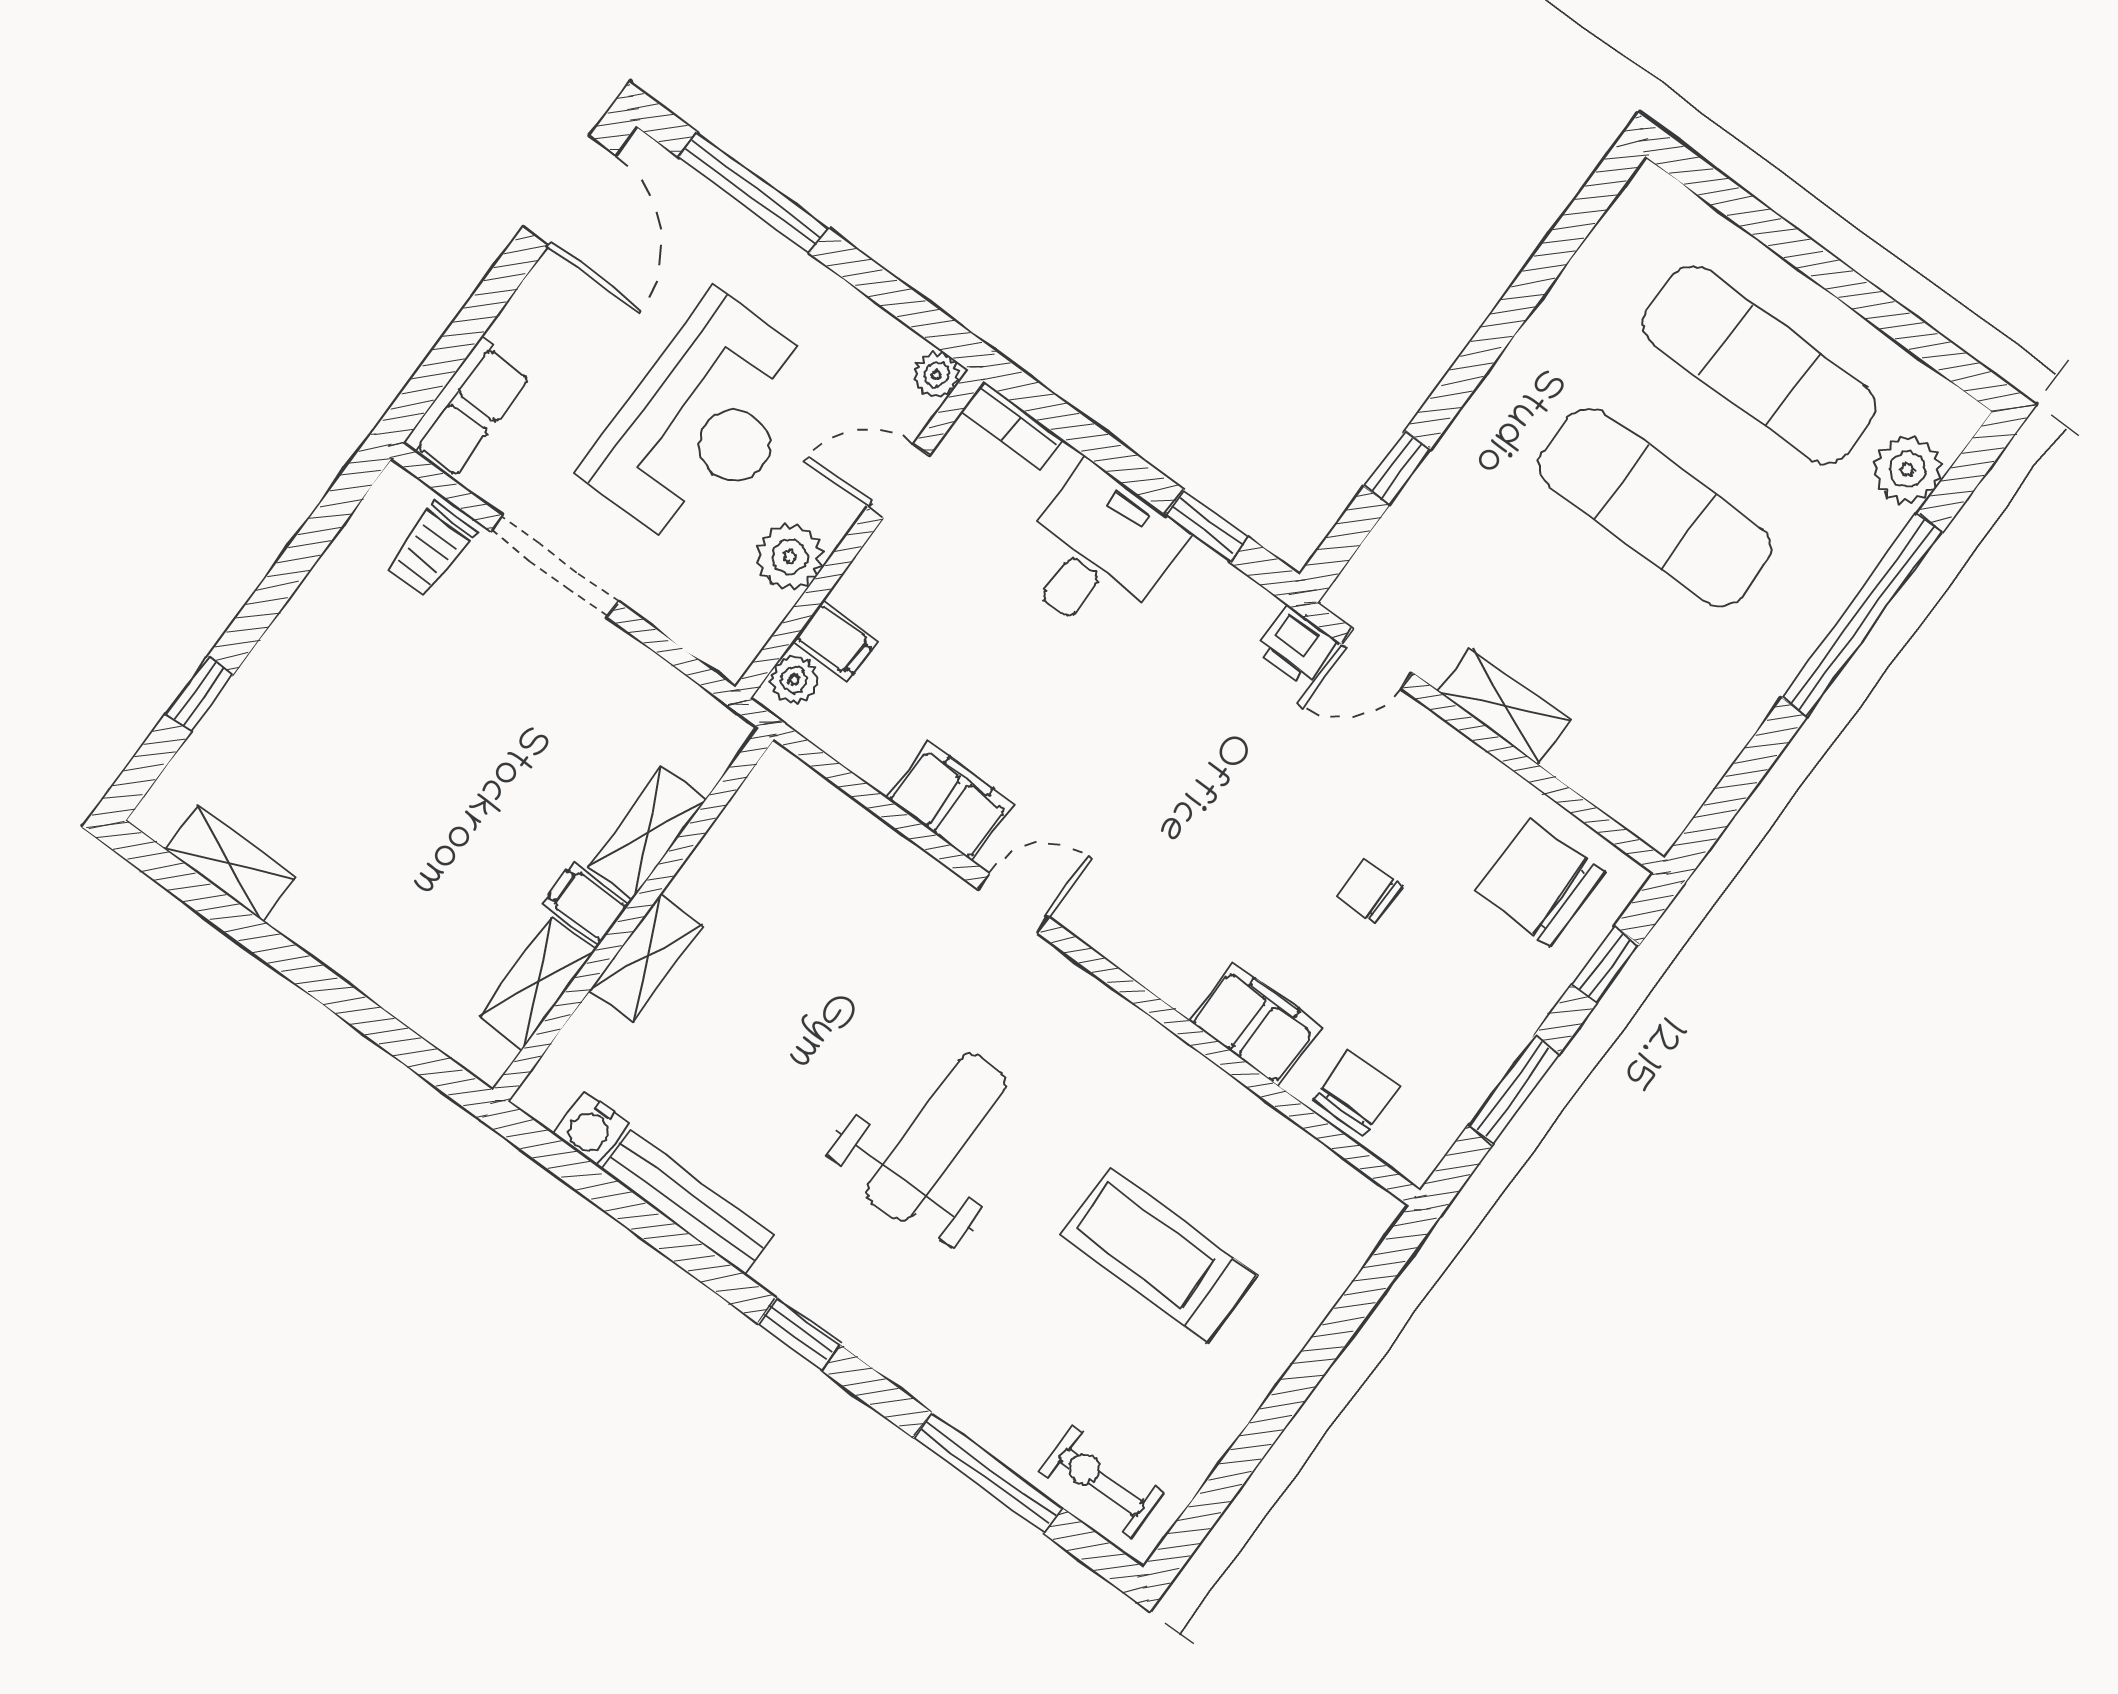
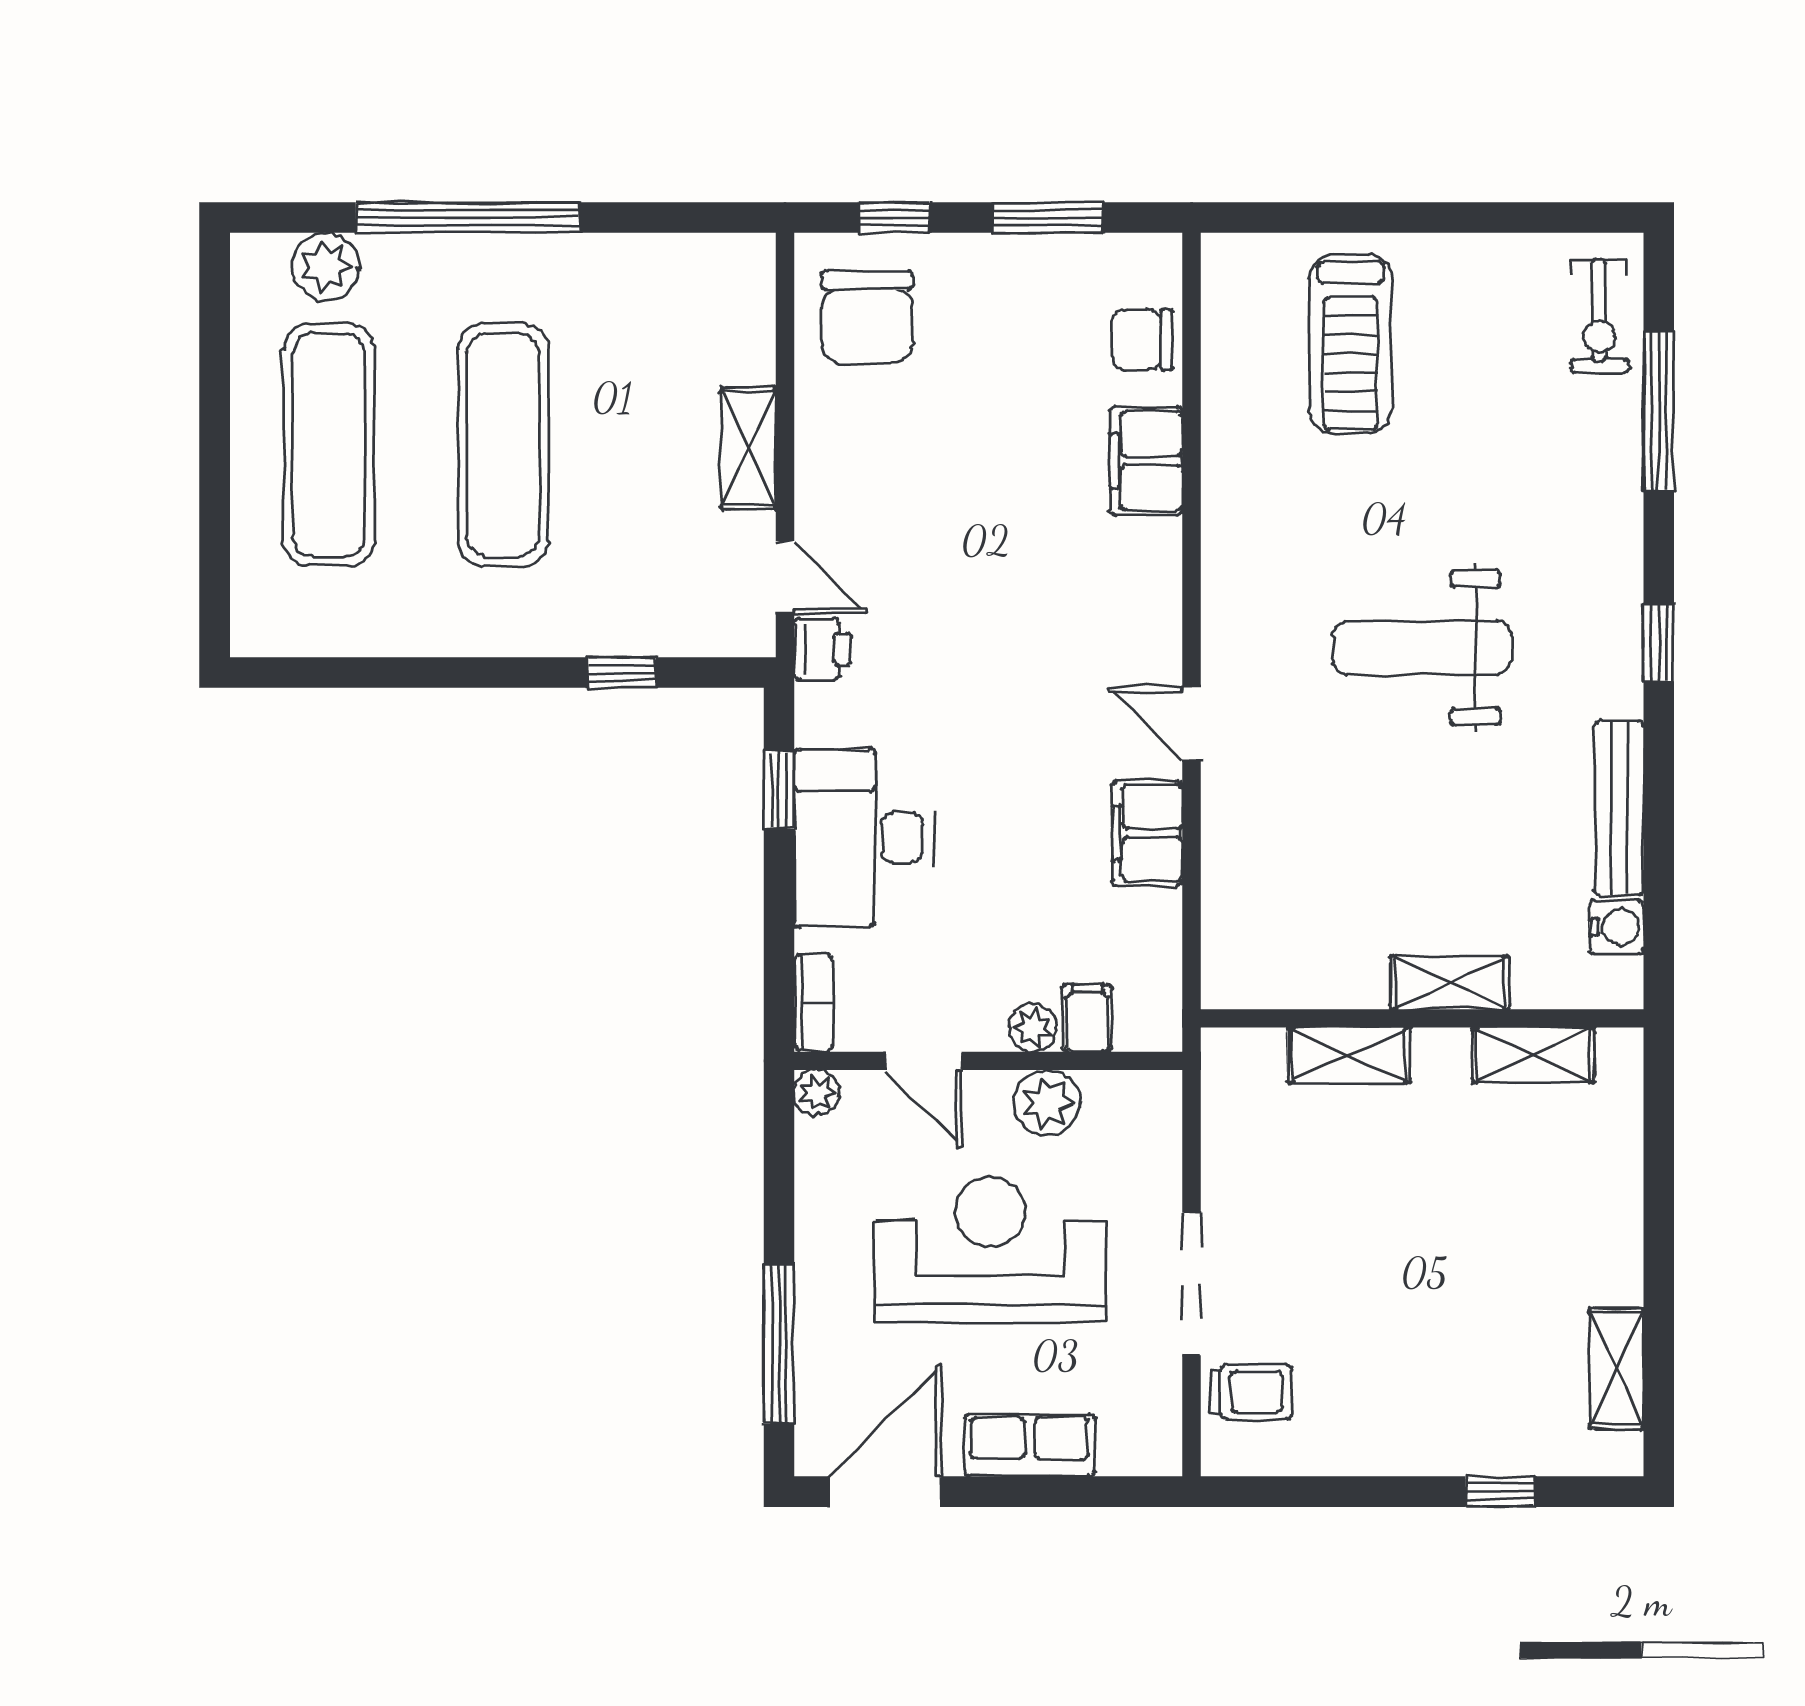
row of seats: (467, 409) -> (1030, 1445), moved
desk: (1097, 552) -> (864, 838), width x1.37
plant: (794, 680) -> (1033, 1028), moved
chair: (1370, 891) -> (974, 447), removed
filing cabinet: (586, 904) -> (1441, 1062), removed
treadmill: (1159, 1256) -> (1351, 344), moved

